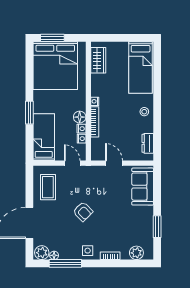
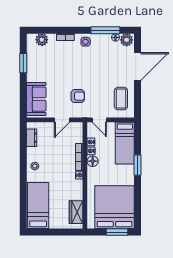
door: (114, 163) -> (62, 120), hinge flipped
armchair: (83, 212) -> (78, 96), moved, turned 135

